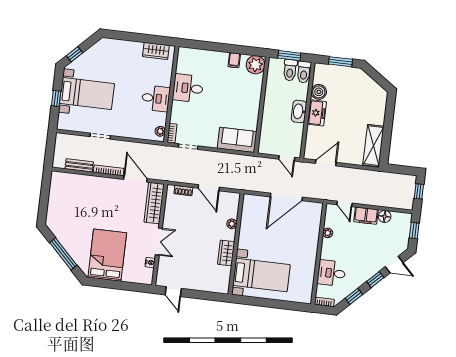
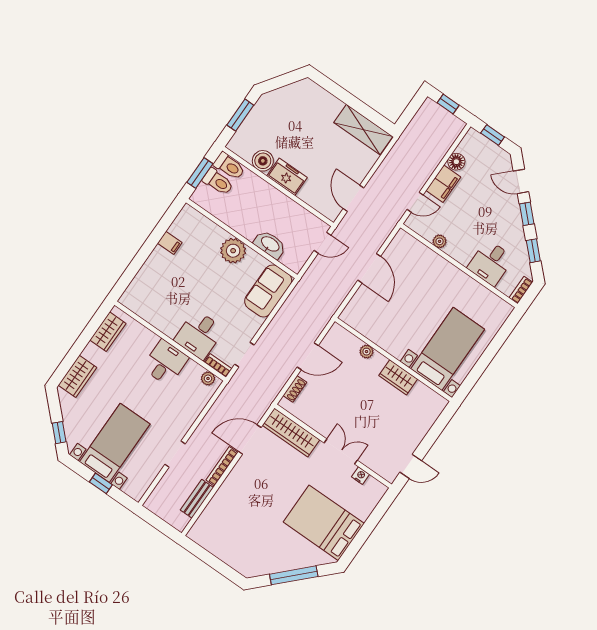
wardrobe: (117, 47) -> (77, 376), added
plant: (256, 65) -> (233, 251), moved
desk: (188, 88) -> (199, 335), moved
washbasin: (299, 111) -> (270, 244), moved, turned 180
door: (286, 197) -> (369, 268), width x0.73
door: (394, 265) -> (521, 181), swing flipped

